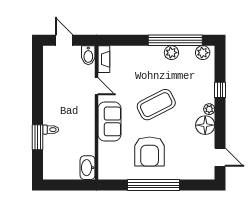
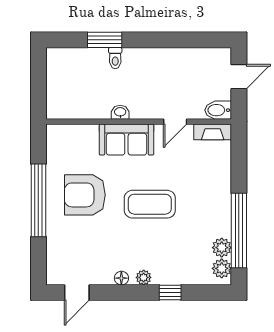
plant: (171, 53) -> (222, 248), moved
coffee table: (156, 105) -> (150, 204), turned -63
floor lamp: (205, 125) -> (121, 278), width x0.53, depth x0.53
washbasin: (88, 168) -> (120, 112), moved, width x0.52, depth x0.69

